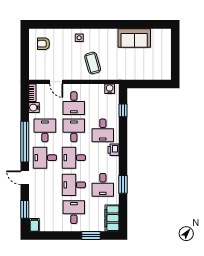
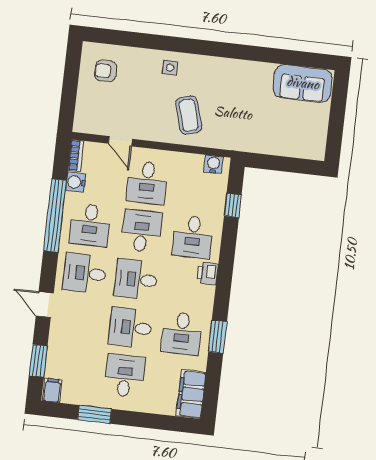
sofa: (134, 38) -> (303, 83), moved
desk: (45, 130) -> (90, 225), turned 180
window: (25, 142) -> (55, 216), moved
window: (91, 236) -> (95, 414), moved

